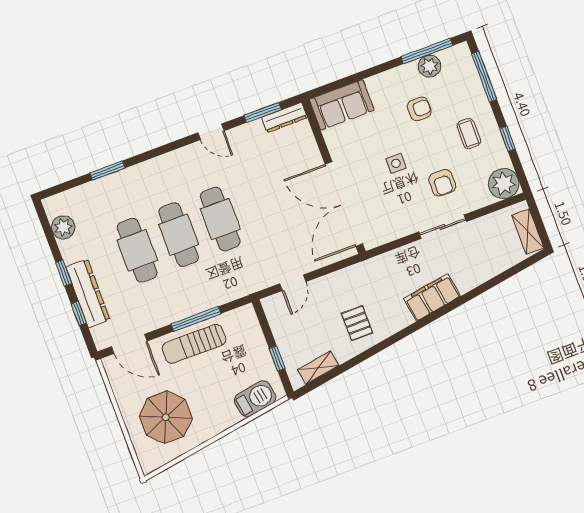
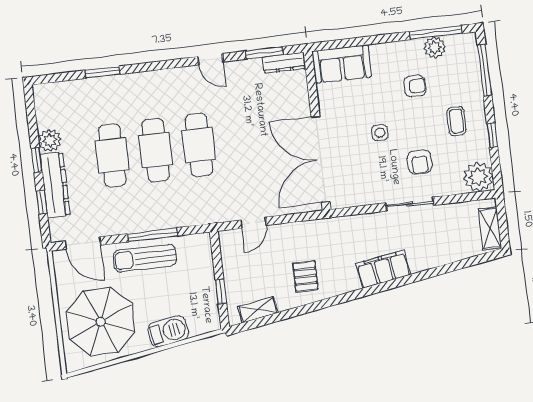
plant: (63, 227) -> (50, 140), moved
barbecue: (255, 399) -> (168, 331), moved
parasol: (166, 417) -> (101, 322), width x1.36, depth x1.36

